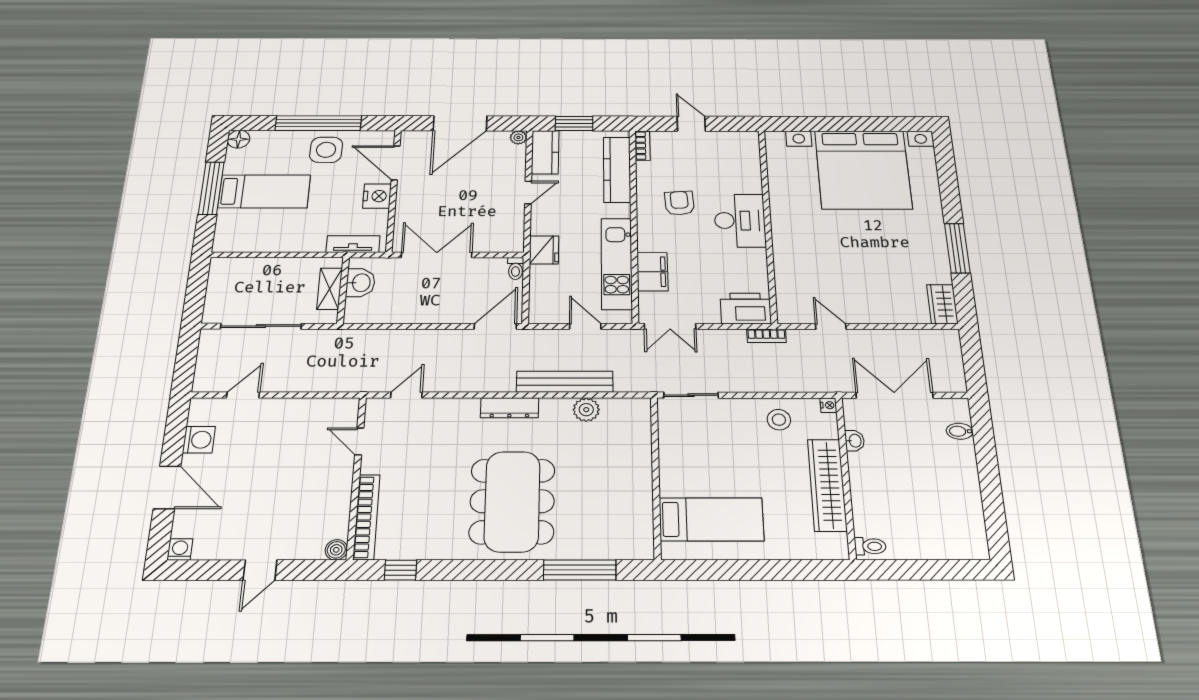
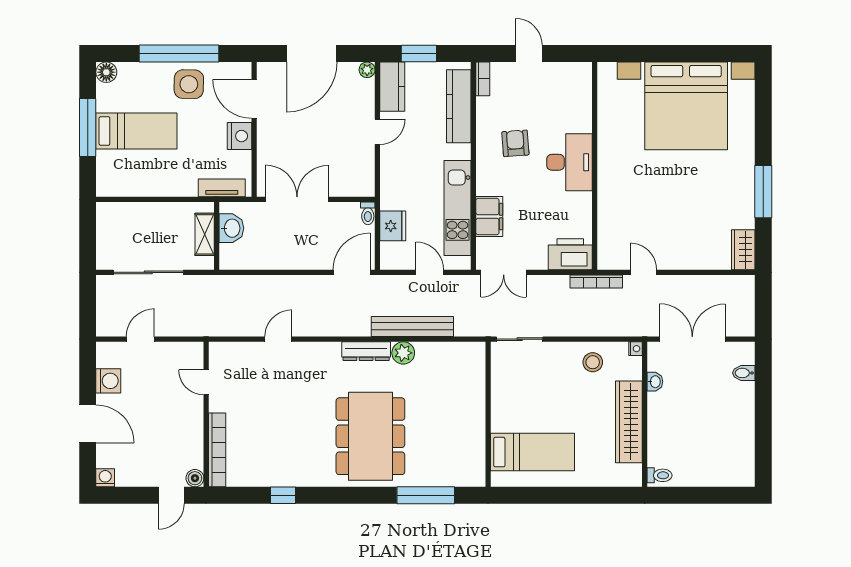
fridge: (544, 250) -> (393, 226), moved
bookcase: (766, 336) -> (596, 282), width x1.56
plant: (586, 410) -> (403, 353), moved
door: (359, 441) -> (206, 382), moved
wall: (356, 477) -> (206, 414), moved
bookcase: (367, 517) -> (217, 450), moved
boiler: (336, 550) -> (195, 478), moved

